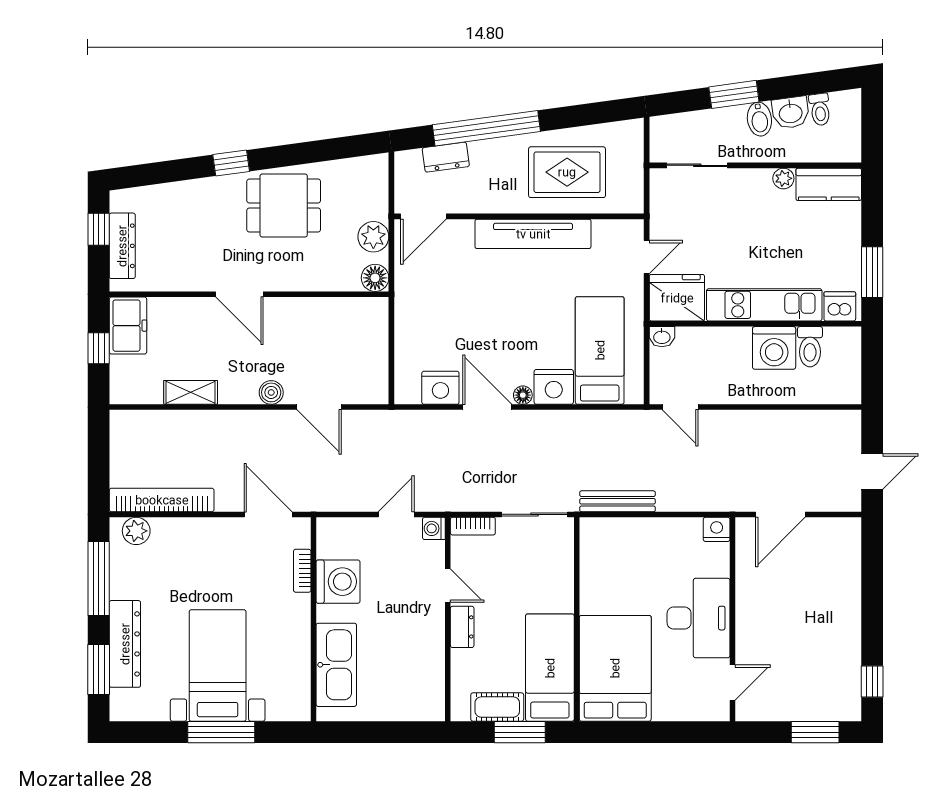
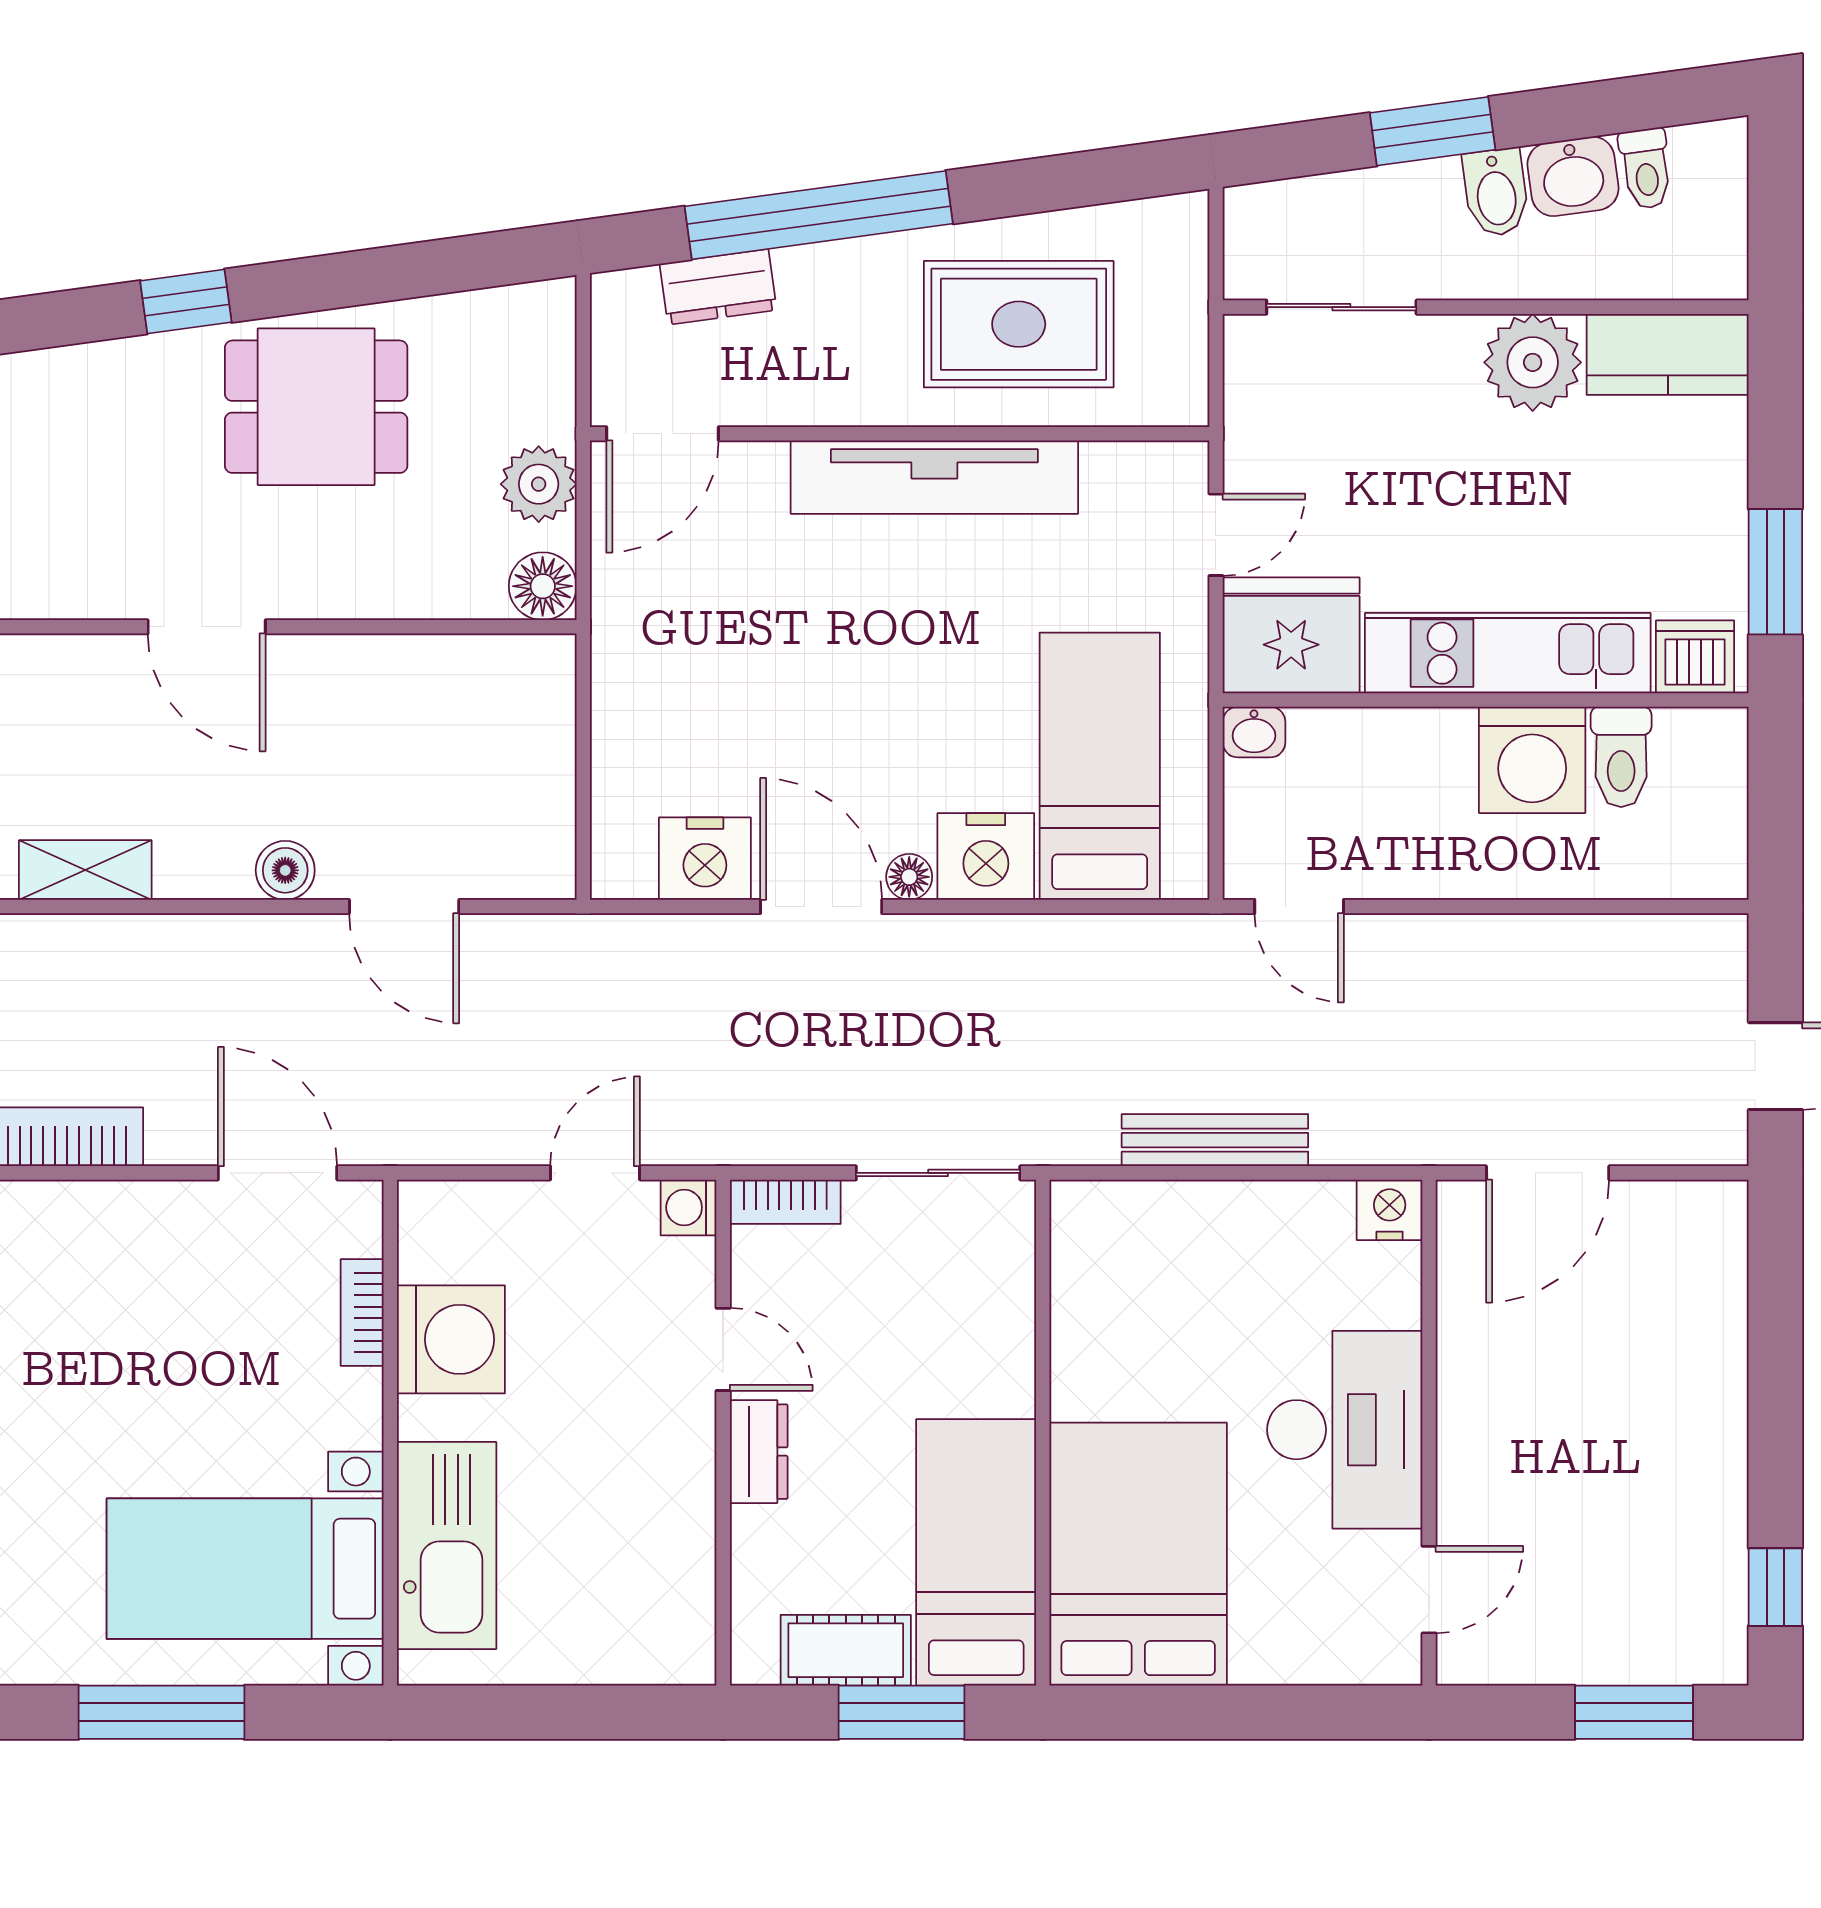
plant: (783, 178) -> (1533, 362), width x1.88, depth x1.88
bench: (617, 501) -> (1215, 1140), moved
bed with nightstands: (218, 665) -> (245, 1569), moved, turned -90

